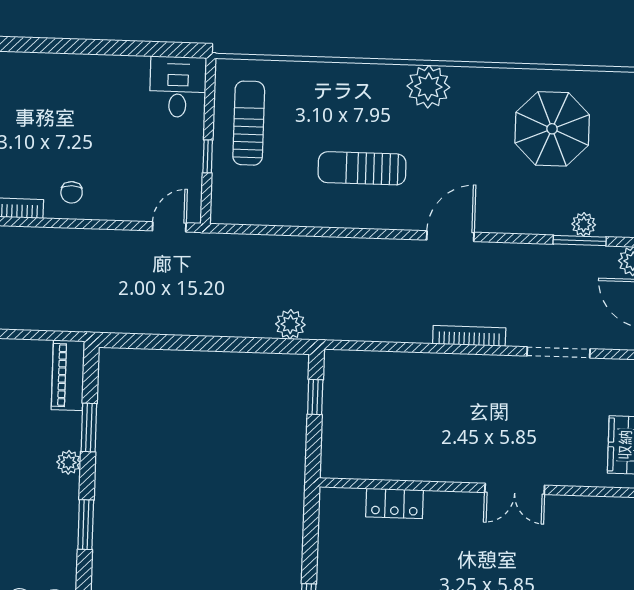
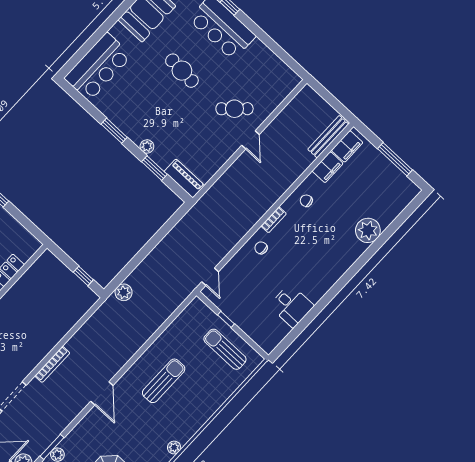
desk: (178, 87) -> (291, 306), moved
plant: (428, 87) -> (174, 447), width x0.53, depth x0.53
sun lounger: (249, 123) -> (225, 349), turned 180

